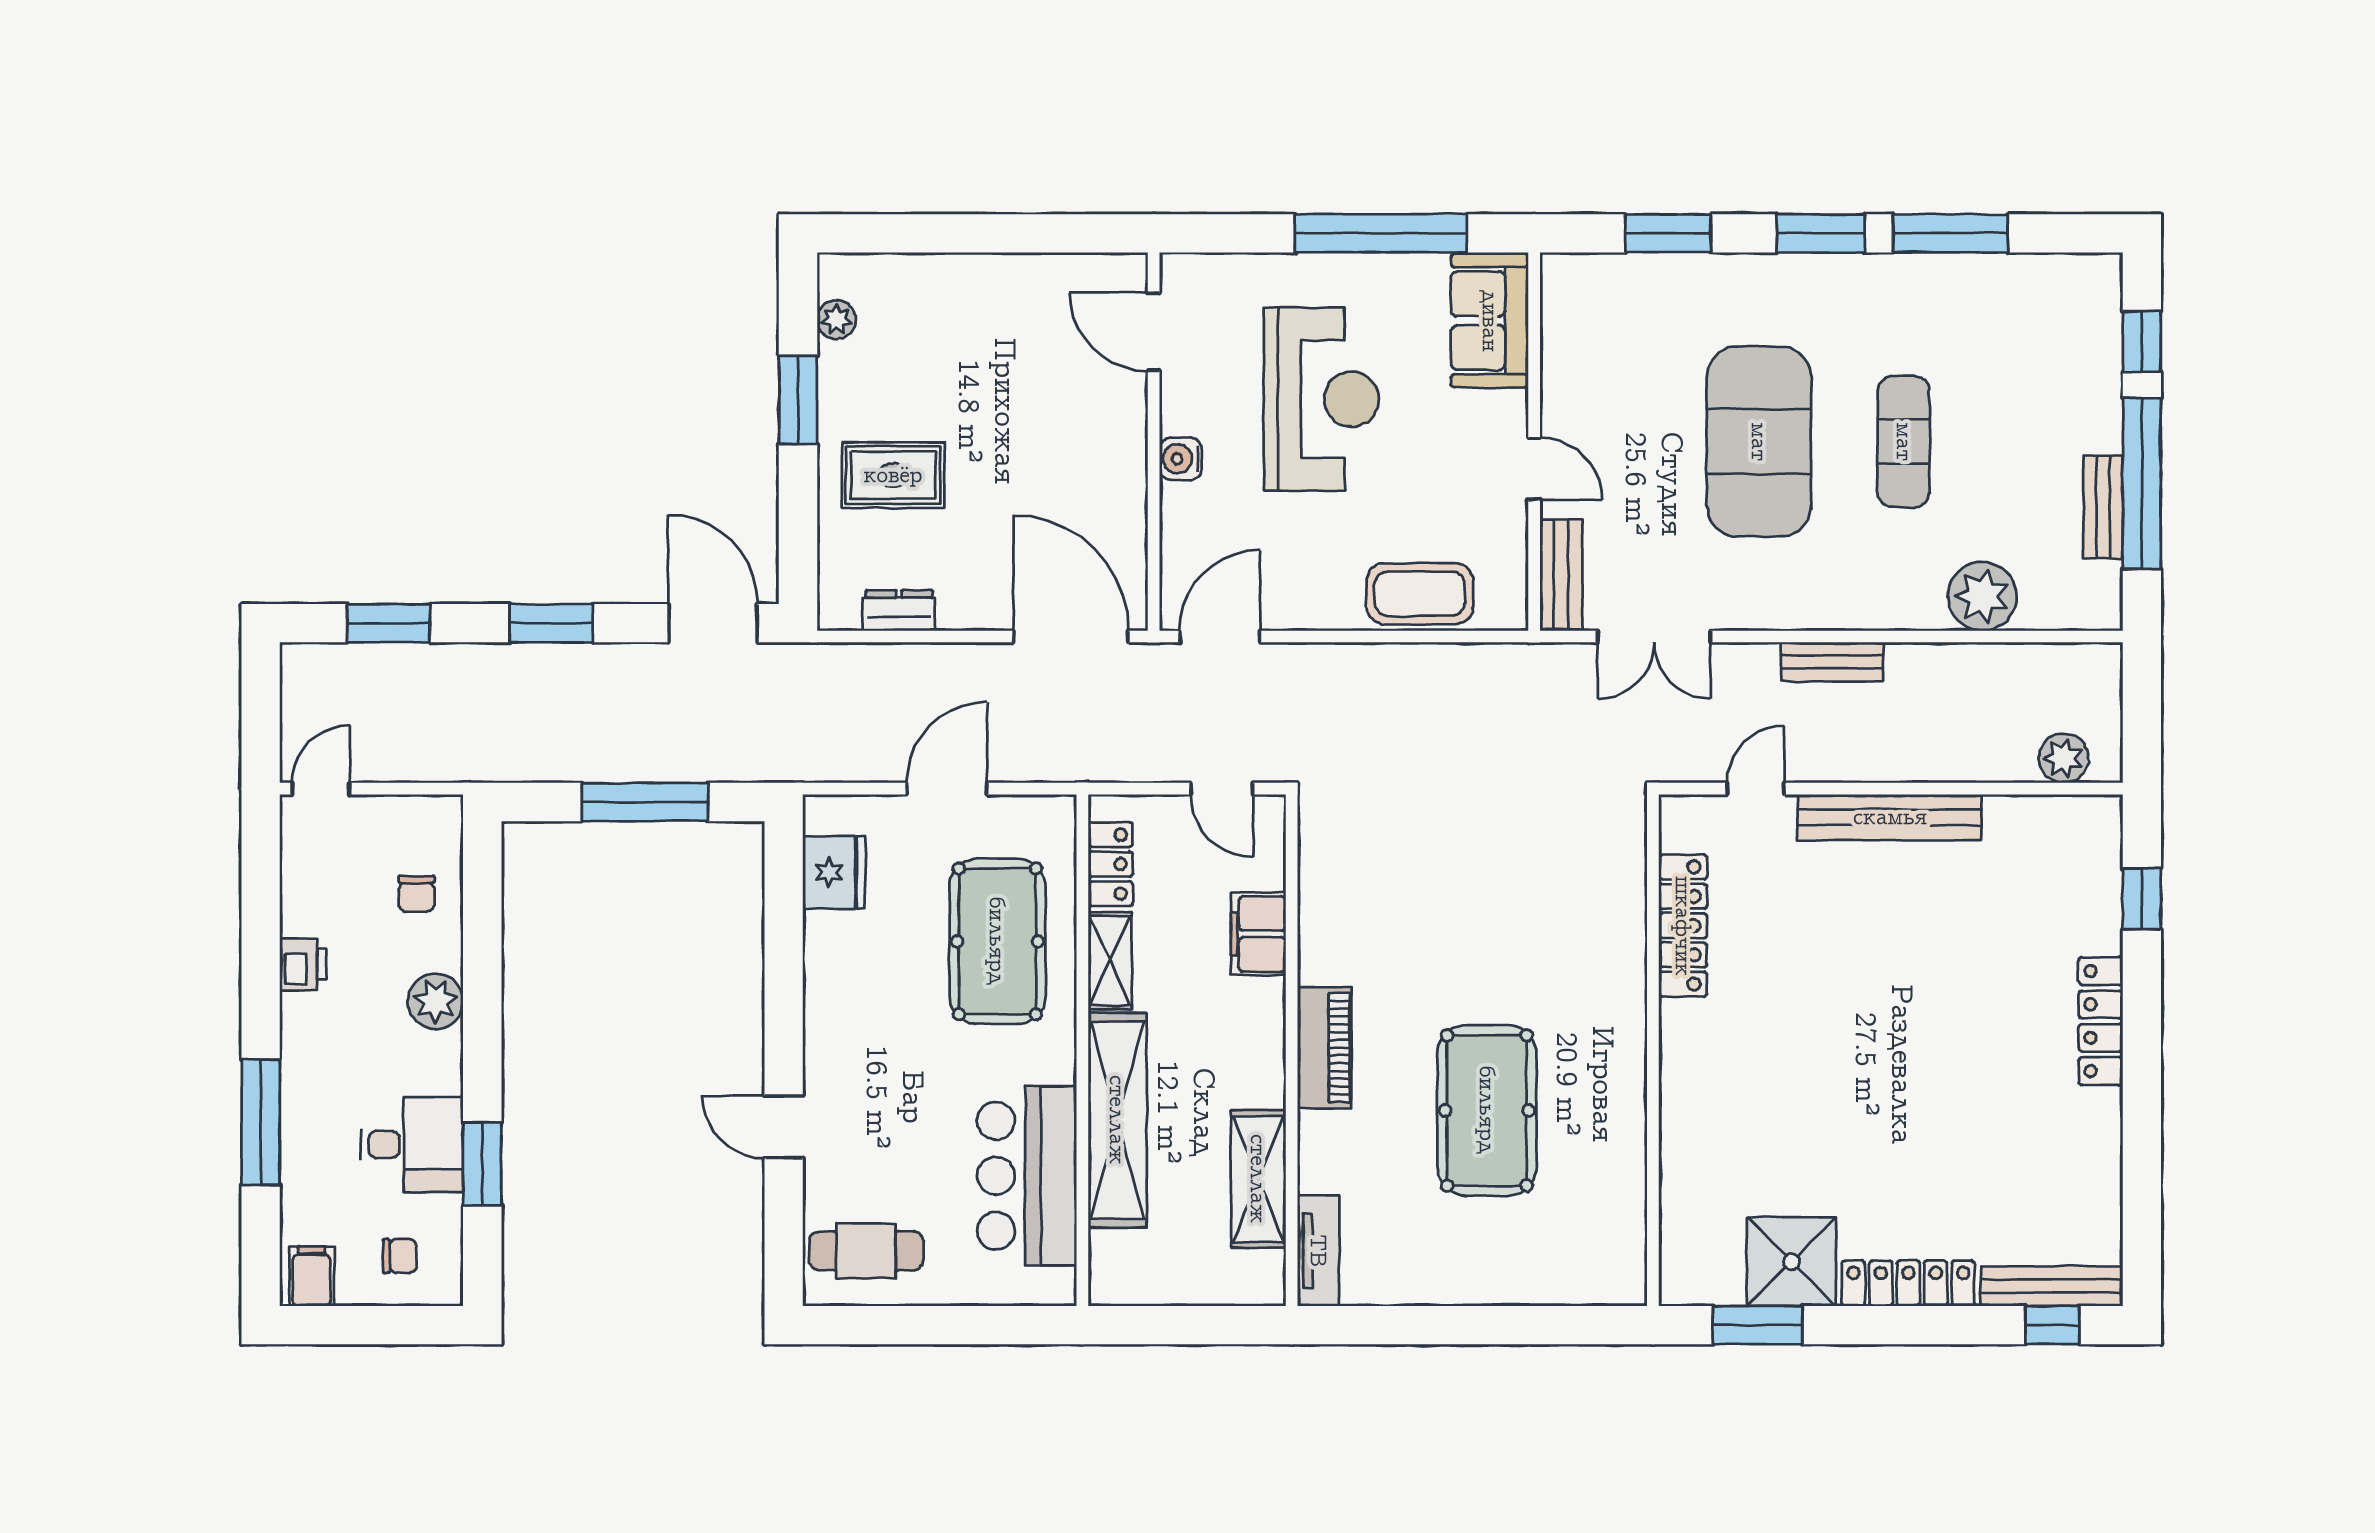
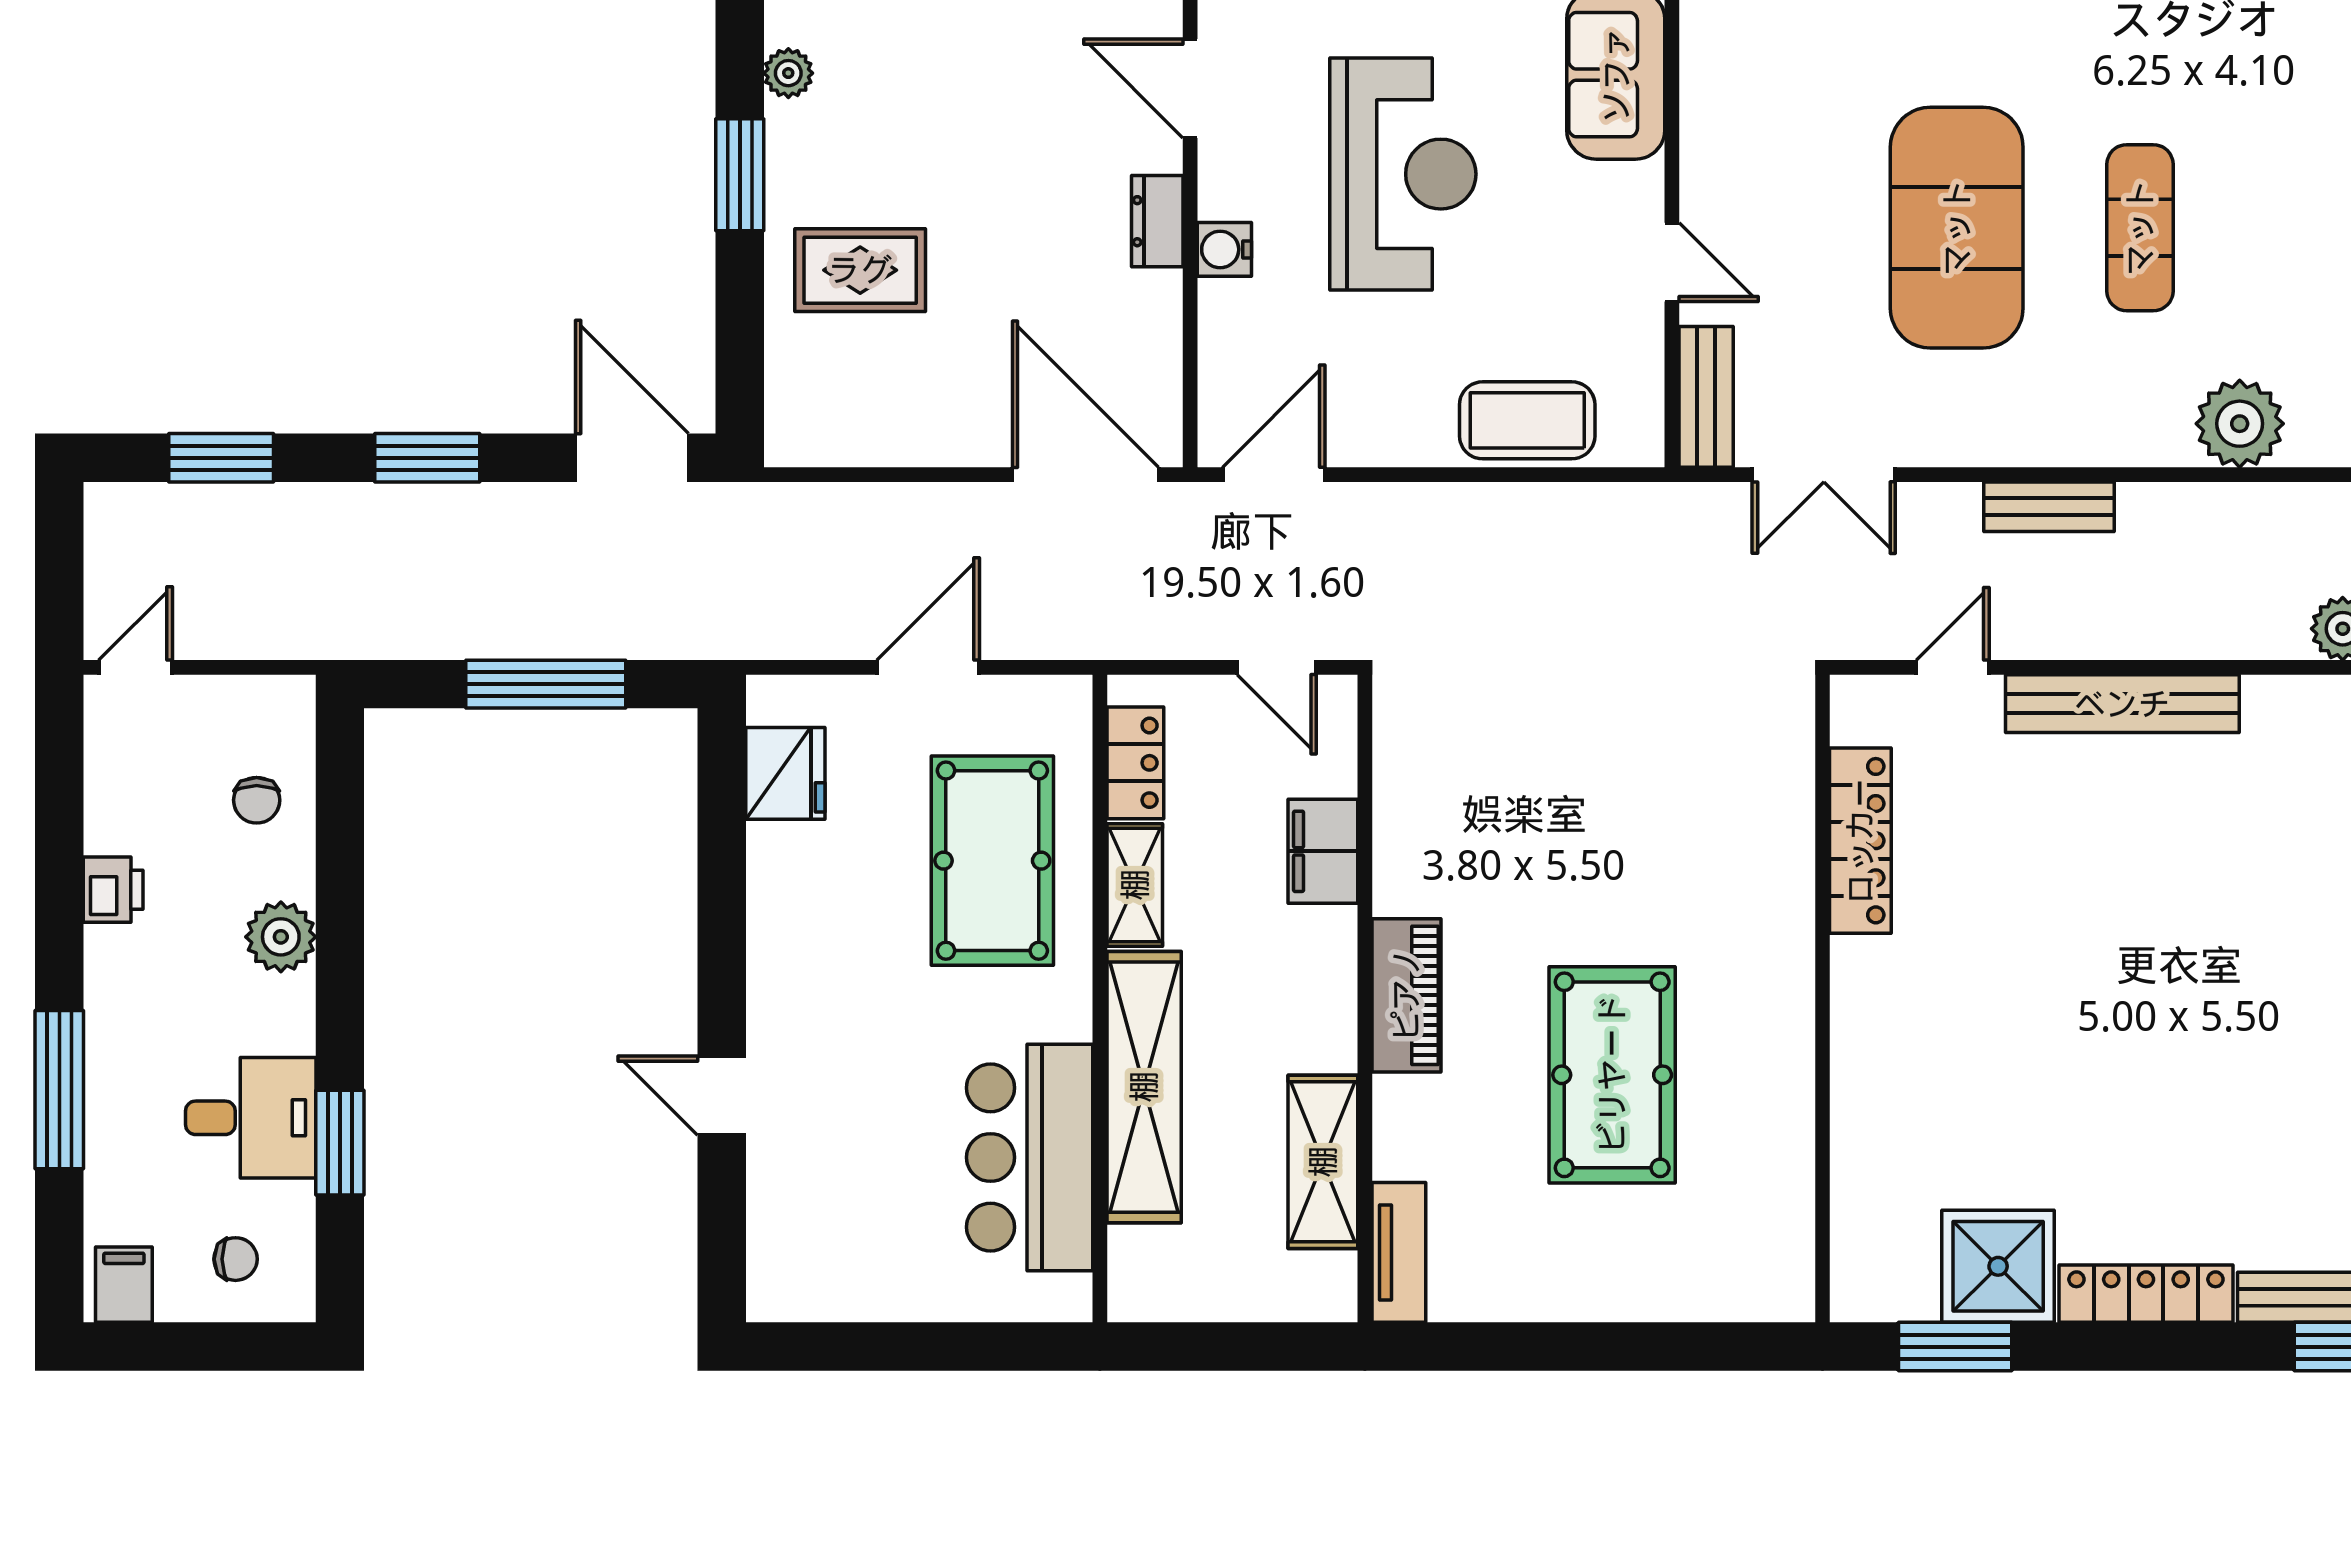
dresser: (899, 611) -> (1157, 221), moved, turned -90
cafe table: (866, 1251) -> (826, 1253), removed

